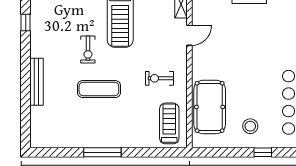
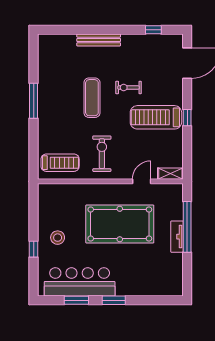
door: (189, 35) -> (142, 181), swing flipped
exercise bike: (159, 78) -> (102, 154), width x1.38, depth x1.39
pool table: (210, 107) -> (120, 224), moved, width x1.36, depth x1.32

